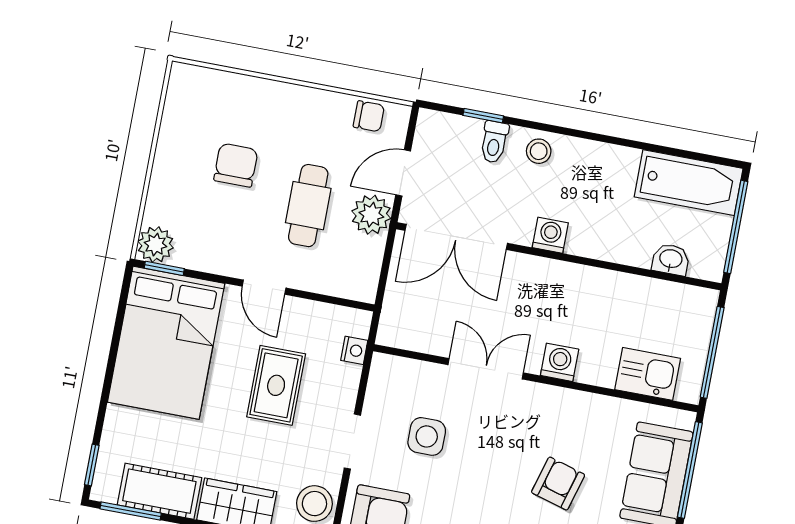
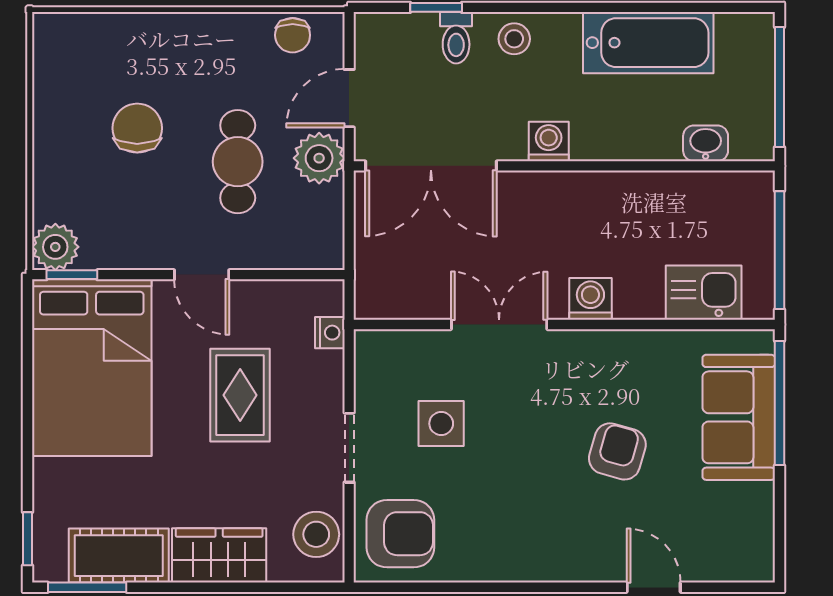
chair: (369, 116) -> (293, 35), turned 90
bathtub: (689, 183) -> (648, 43), moved

